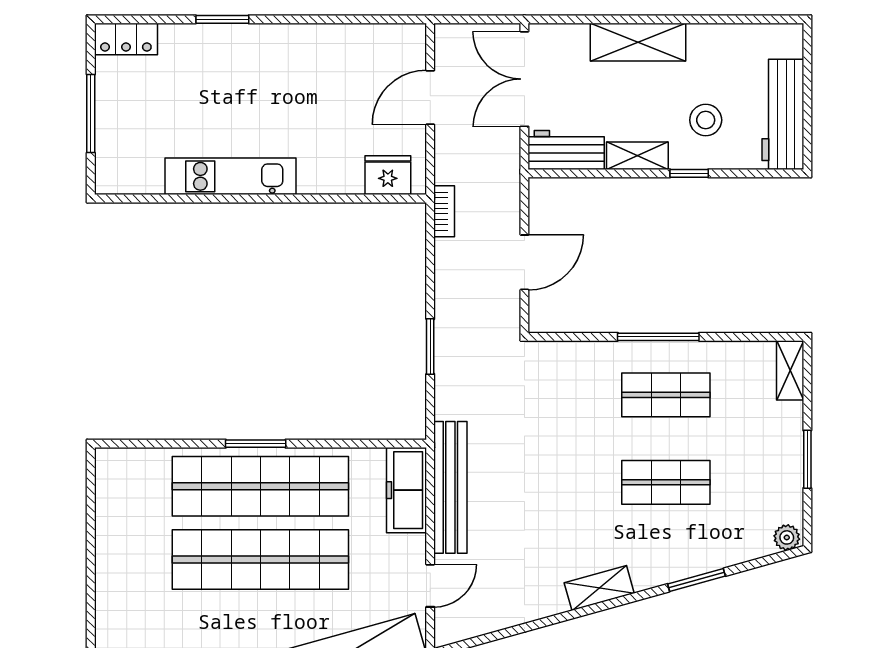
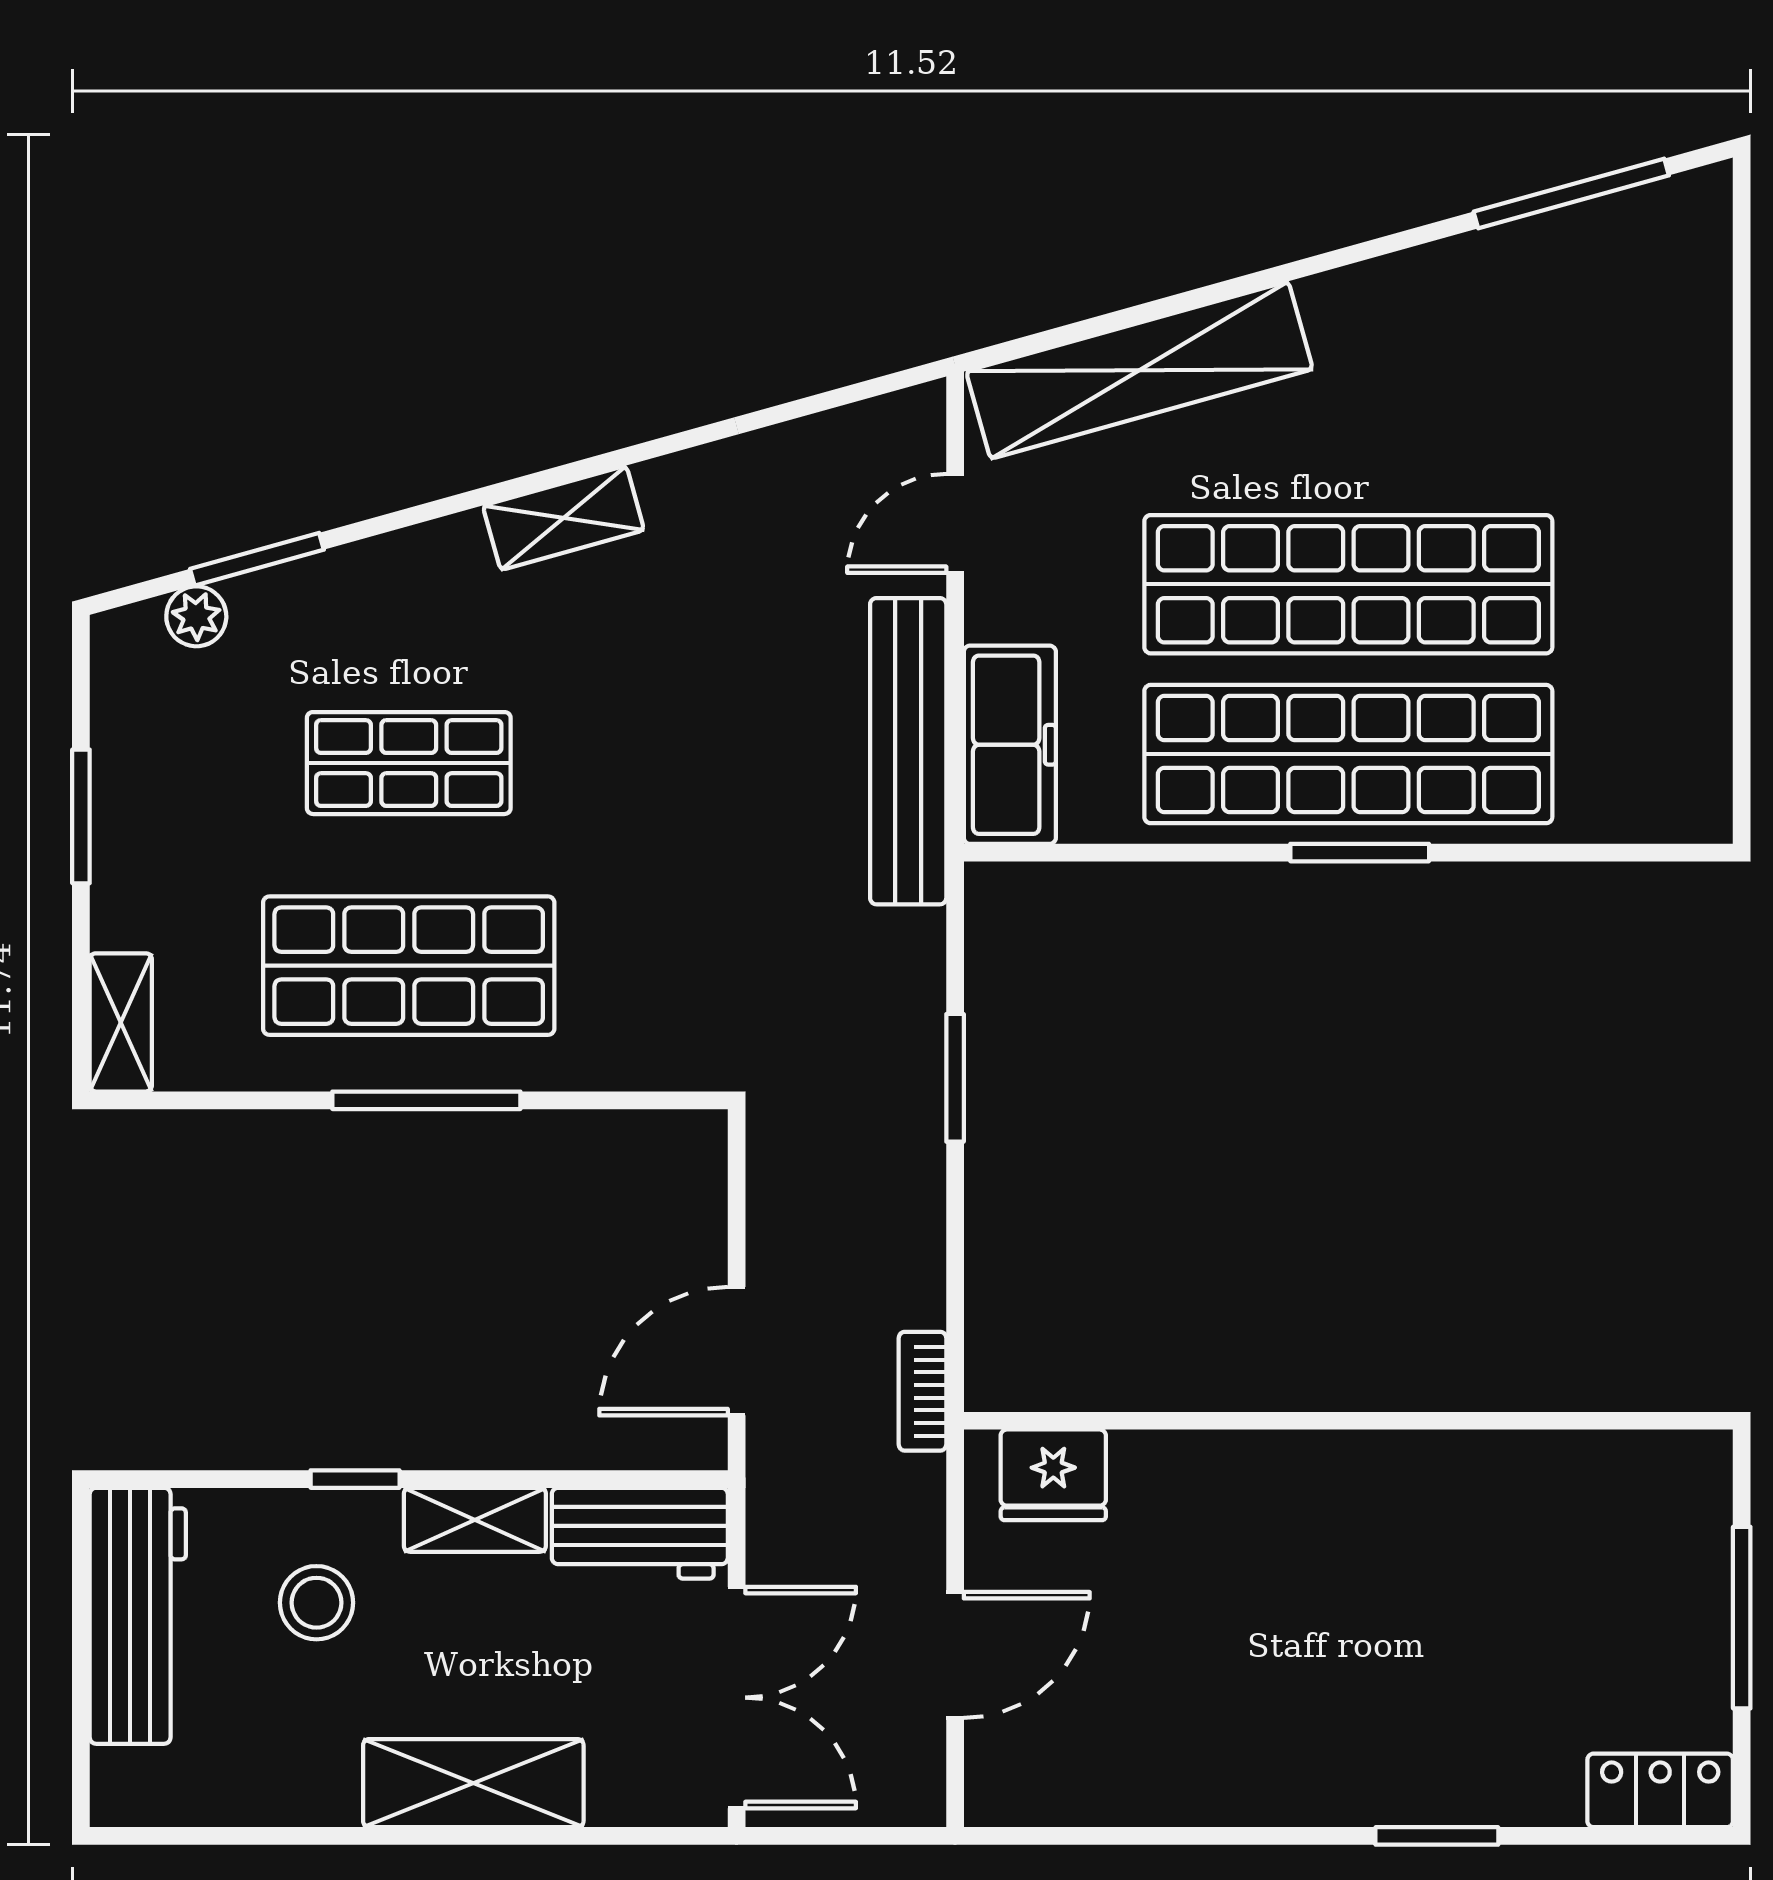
kitchen unit: (230, 176) -> (1418, 1472), removed
door: (524, 262) -> (737, 1351), moved
shop shelf: (666, 395) -> (409, 966), width x1.43, depth x1.36
plant: (787, 537) -> (196, 616), moved
window: (697, 580) -> (257, 559), moved

